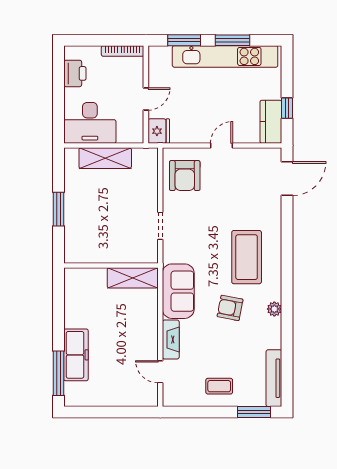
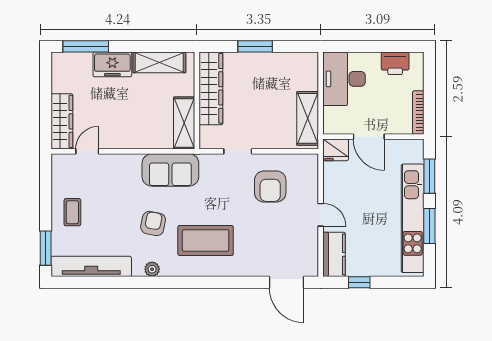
door: (146, 99) -> (369, 137), width x1.38
kitchen counter: (271, 122) -> (334, 254), moved, turned 90
shelving: (105, 158) -> (308, 118), moved
armchair: (185, 176) -> (270, 187), moved, turned -90
wardrobe: (99, 252) -> (211, 88), added
shelving: (74, 302) -> (159, 62), added
fireplace: (171, 340) -> (121, 162), removed
freezer: (76, 355) -> (112, 64), width x0.71
tv unit: (274, 378) -> (91, 266), width x1.36, depth x1.29
wardrobe: (131, 396) -> (62, 121), added

